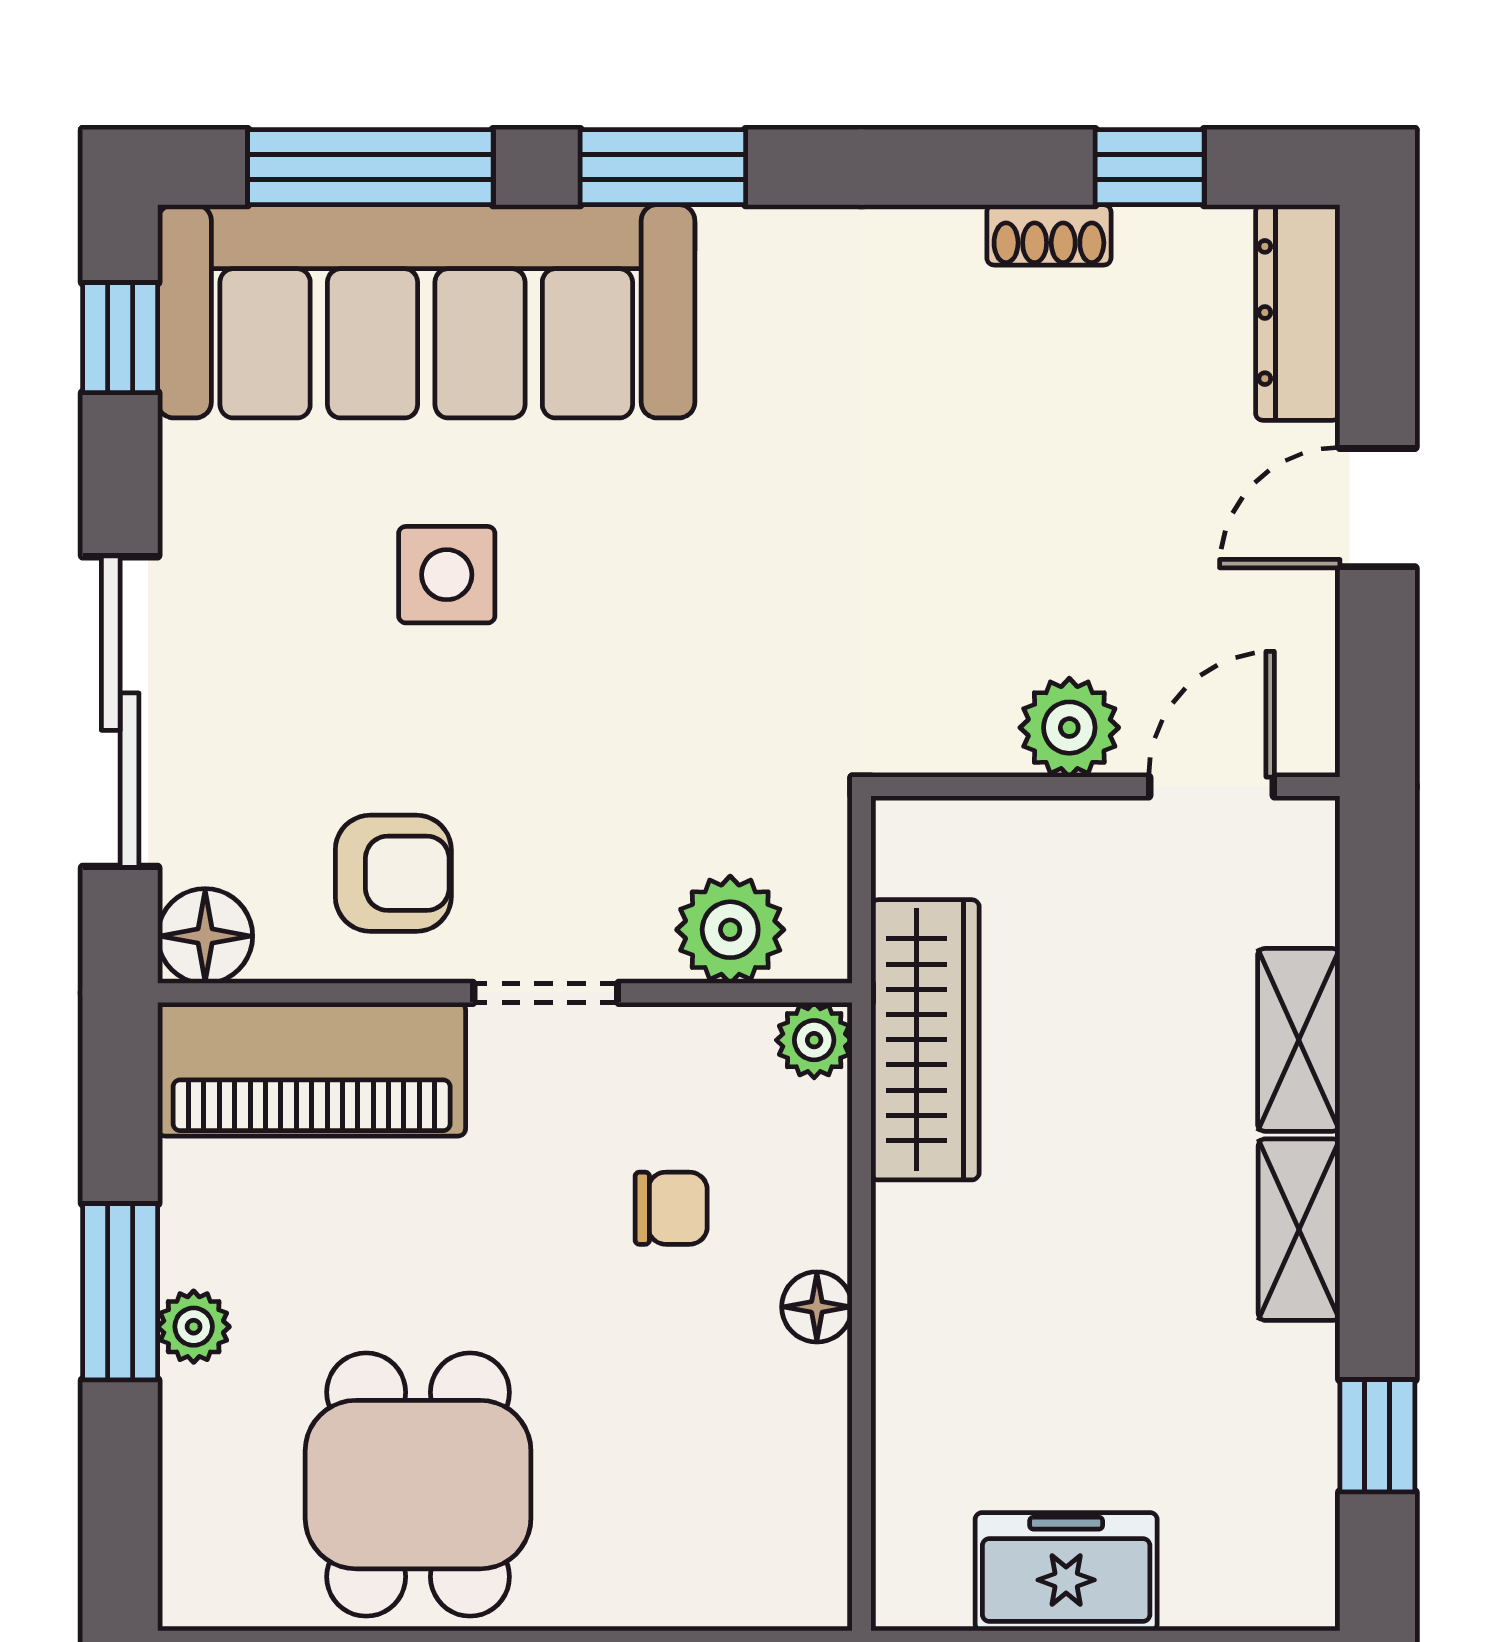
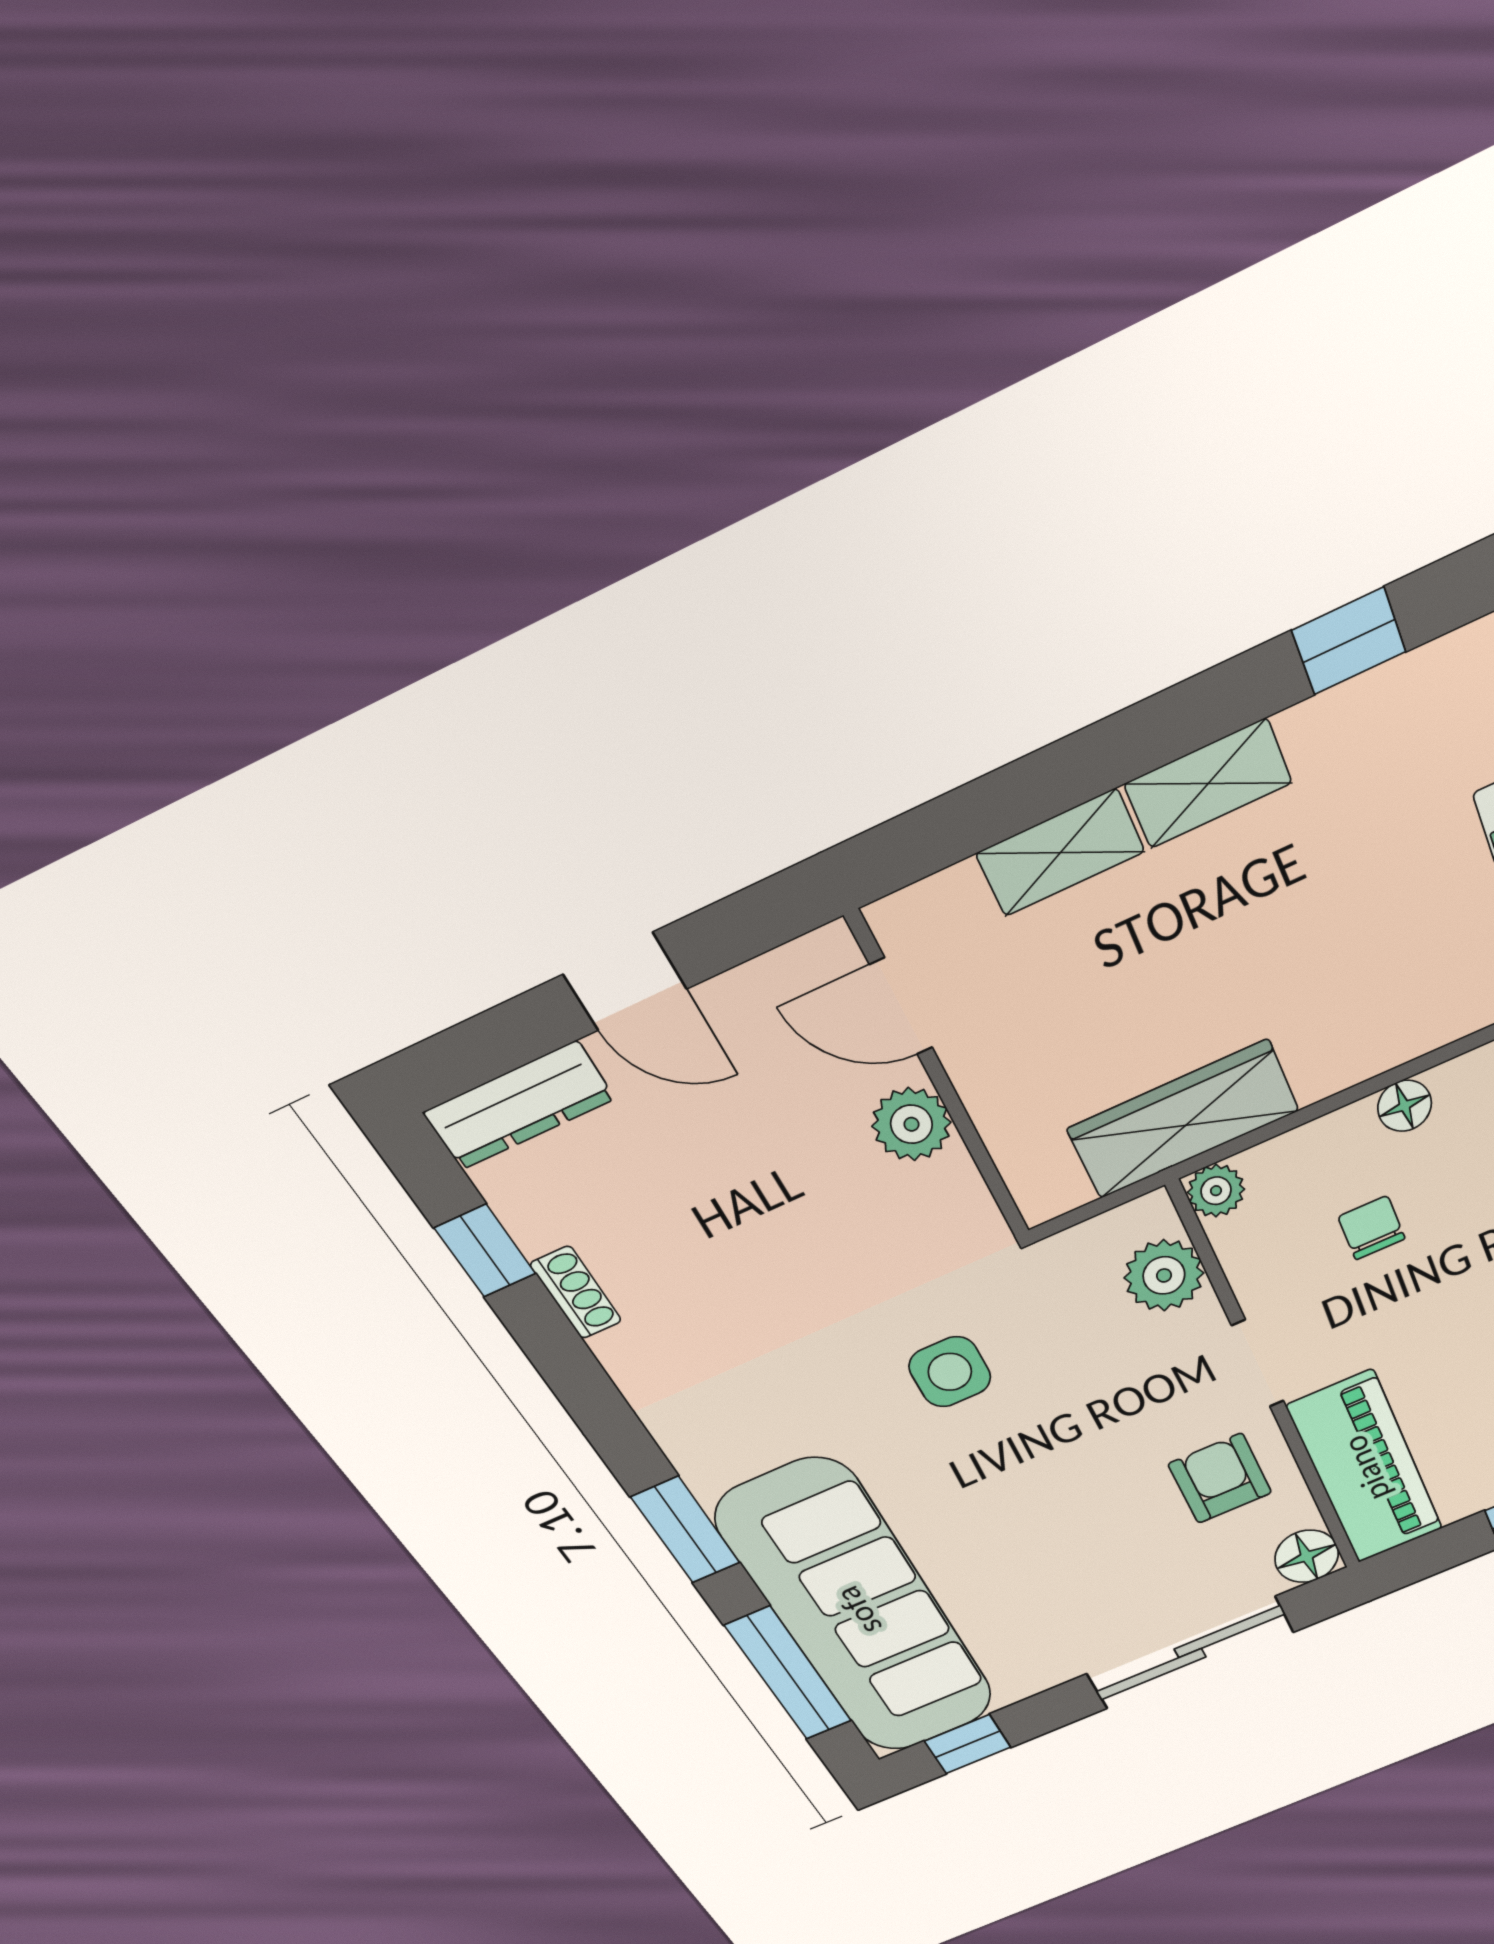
side table: (447, 575) -> (950, 1372), moved

